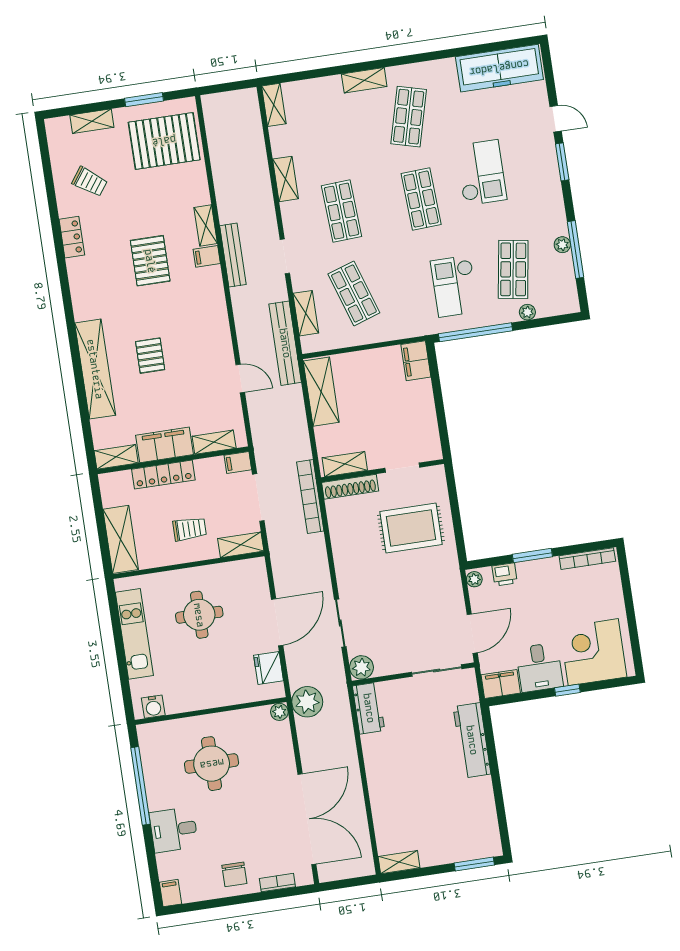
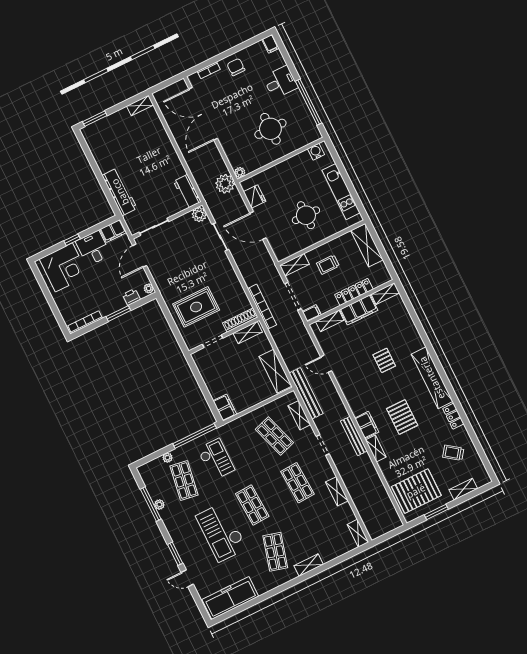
checkout: (481, 173) -> (221, 532), width x1.36, depth x1.21
filing cabinet: (207, 256) -> (367, 425), width x2.00
shelving: (95, 369) -> (432, 378), moved
door: (277, 622) -> (258, 225), hinge flipped

